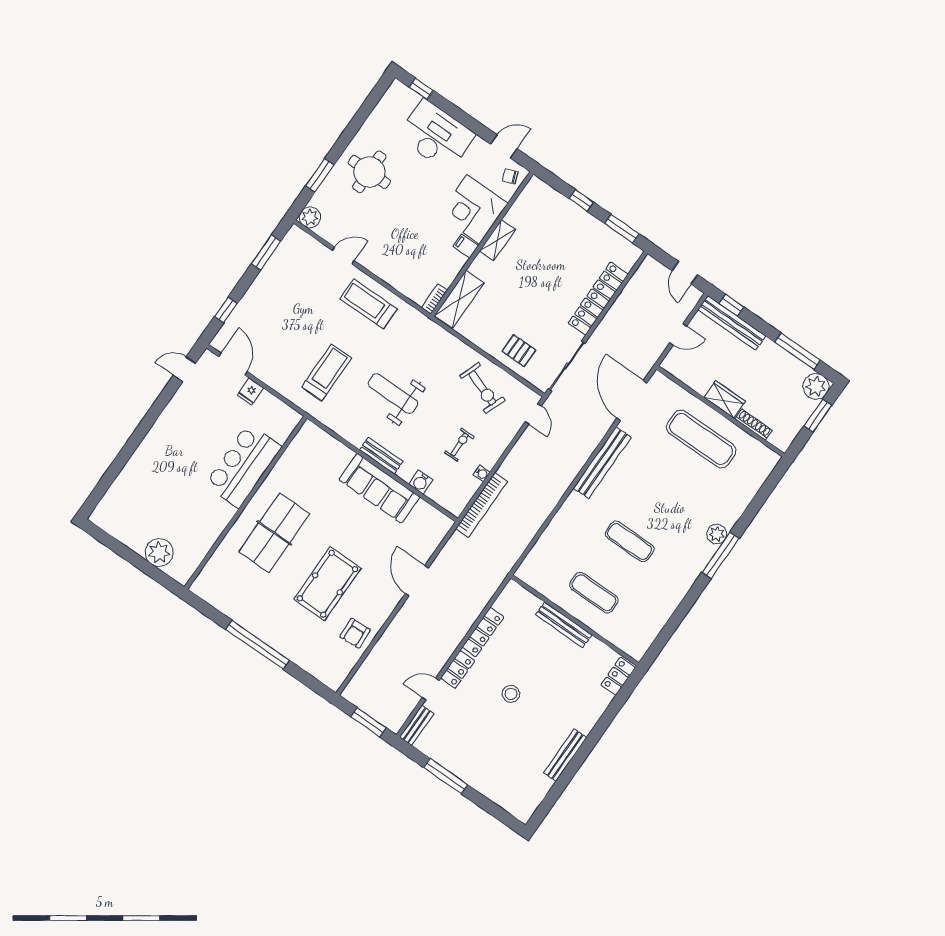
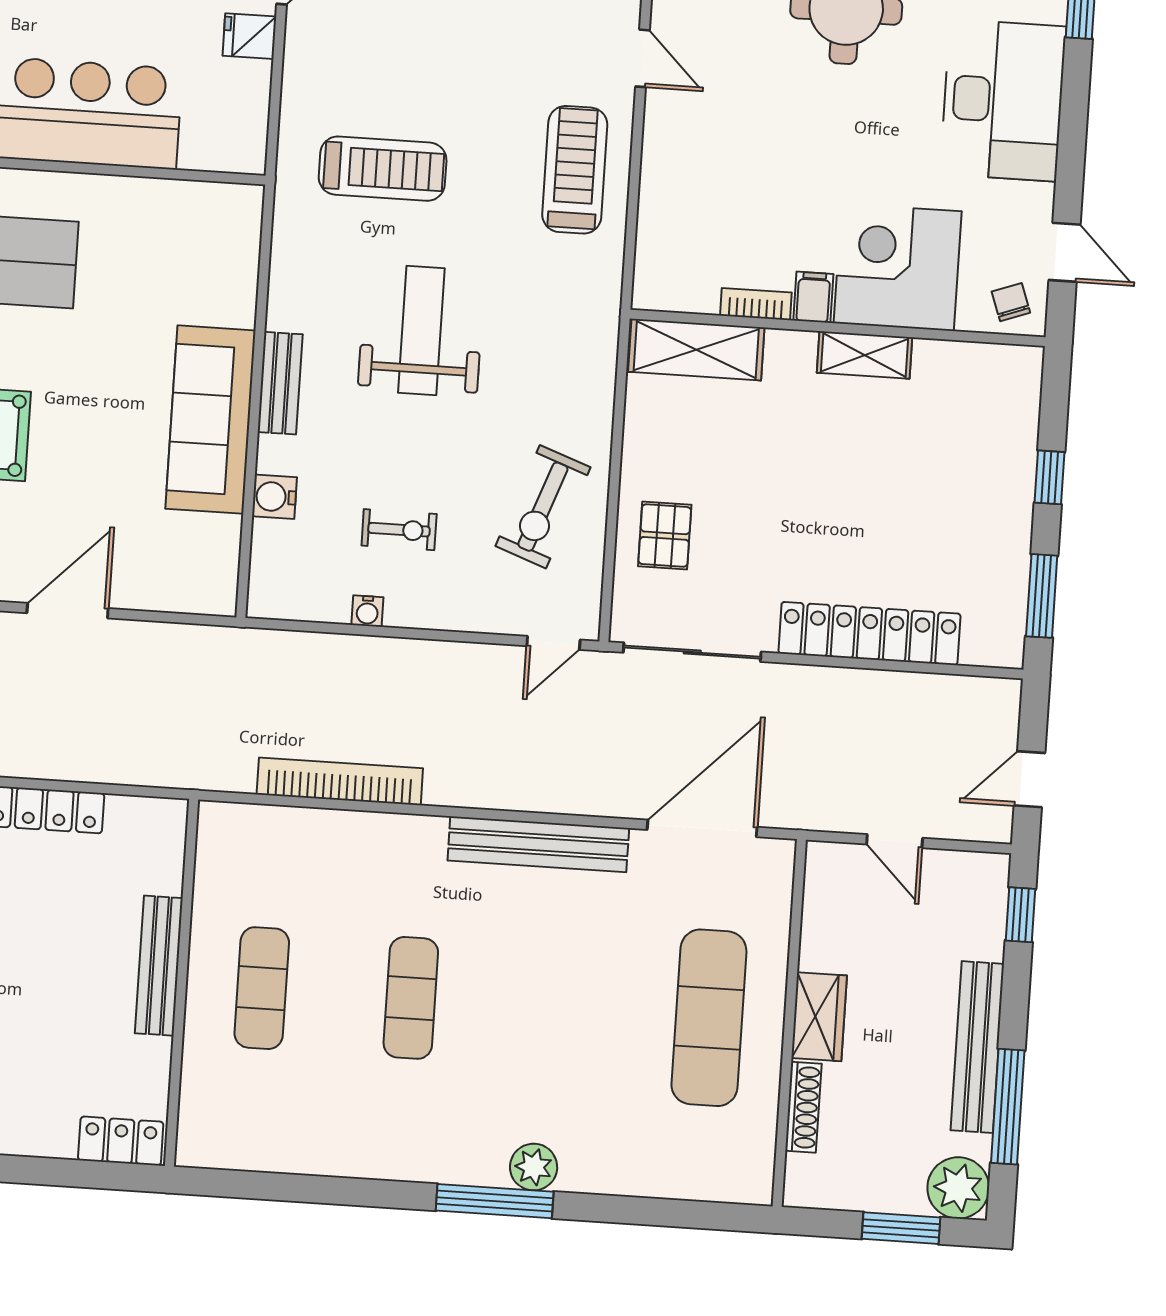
bookcase: (434, 299) -> (756, 304), moved
bench: (732, 323) -> (977, 1047), moved
bookcase: (481, 505) -> (340, 781), moved, turned 180

